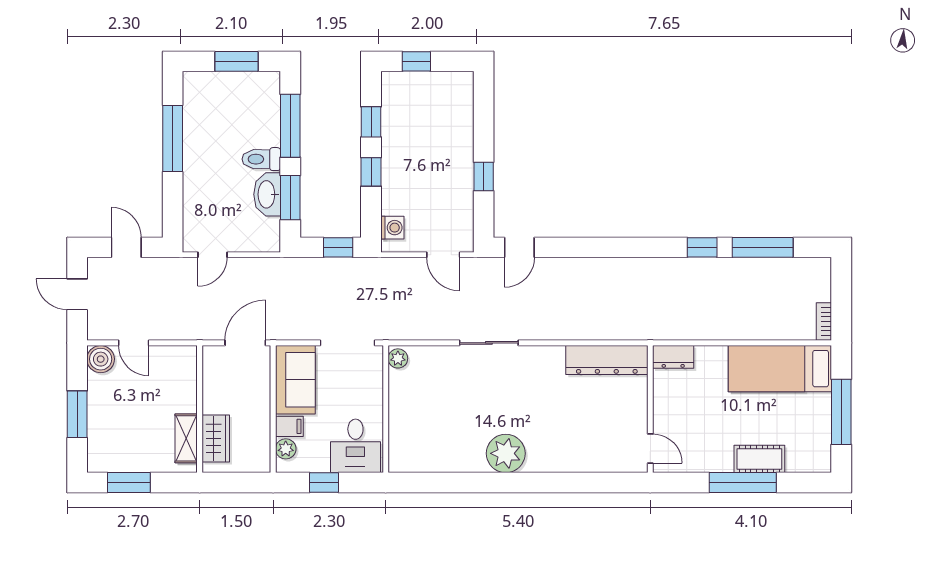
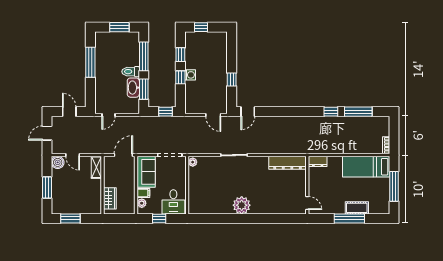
washing machine: (392, 228) -> (190, 75), moved
door: (77, 294) -> (47, 133), hinge flipped
shelving: (186, 438) -> (96, 167), moved

